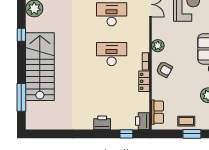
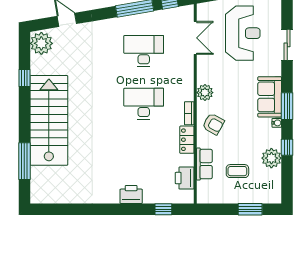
row of seats: (157, 112) -> (204, 164), moved
printer: (143, 121) -> (185, 178), moved
coffee table: (186, 121) -> (237, 171), moved

